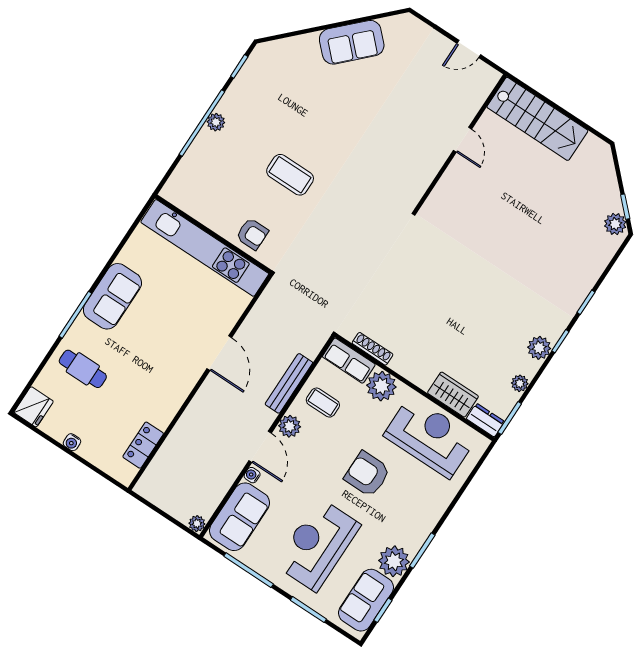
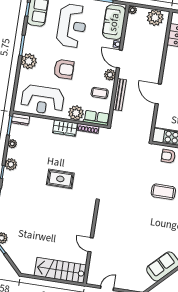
rug: (463, 282) -> (60, 179), added
wardrobe: (453, 395) -> (65, 128), moved
plant: (163, 491) -> (155, 18), added
plant: (394, 561) -> (29, 61), moved

